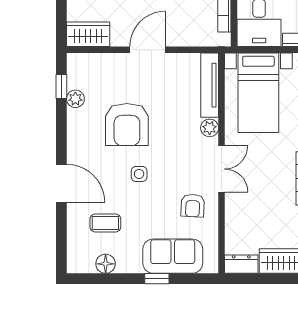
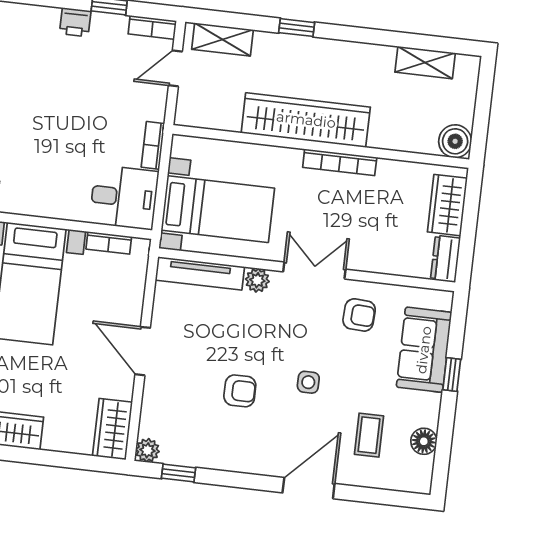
plant: (75, 99) -> (147, 450), moved
armchair: (127, 124) -> (240, 391), width x0.53, depth x0.53

